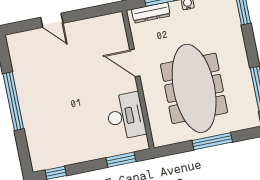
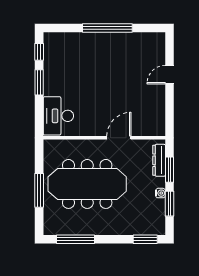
desk: (126, 116) -> (58, 116), moved, turned 90
window: (121, 160) -> (39, 82), moved

